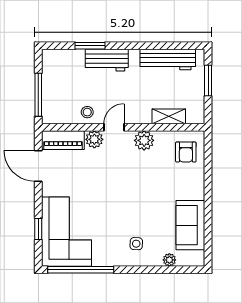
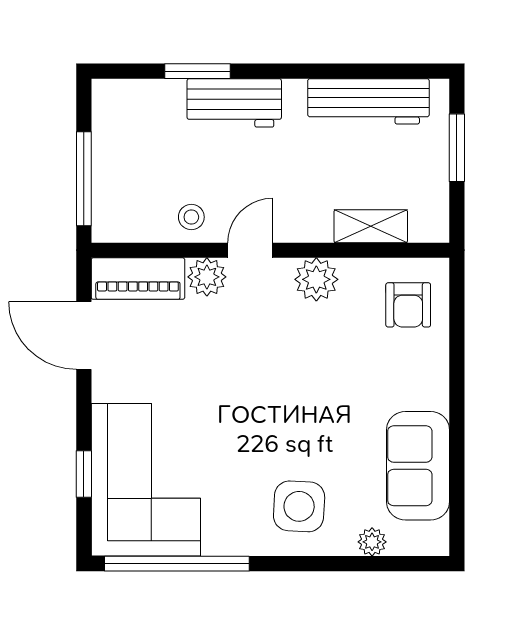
side table: (136, 244) -> (299, 506), width x1.87, depth x1.87

